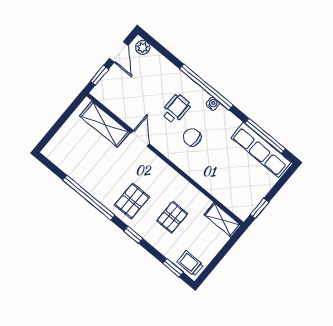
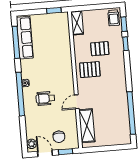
door: (119, 52) -> (45, 153), hinge flipped
chair: (192, 137) -> (59, 137), moved
window: (89, 198) -> (131, 113), moved
pallet: (132, 201) -> (90, 70), moved
window: (133, 235) -> (126, 44), moved

